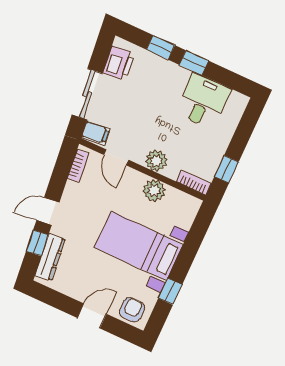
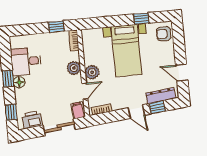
window: (161, 47) -> (11, 112), moved
floor lamp: (180, 75) -> (19, 82), added
plant: (154, 190) -> (92, 72), moved
door: (92, 316) -> (182, 73), moved

